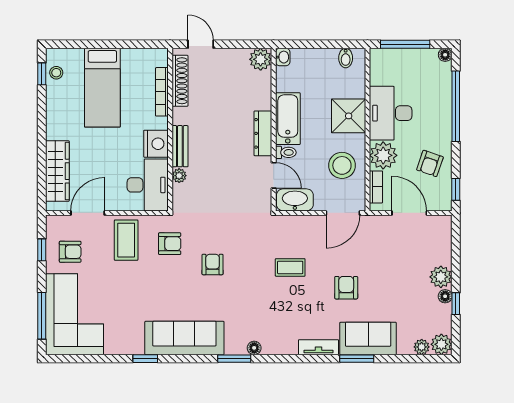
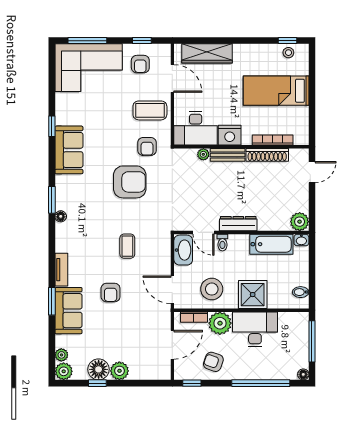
shoe rack: (180, 81) -> (267, 155), moved
bathtub: (288, 119) -> (271, 244), moved
door: (274, 175) -> (203, 232), hinge flipped
armchair: (213, 265) -> (130, 182), width x1.88, depth x1.88
armchair: (346, 288) -> (111, 293), turned 90
floor lamp: (445, 296) -> (99, 369), width x1.89, depth x1.89
sofa: (184, 338) -> (69, 150), width x0.73

